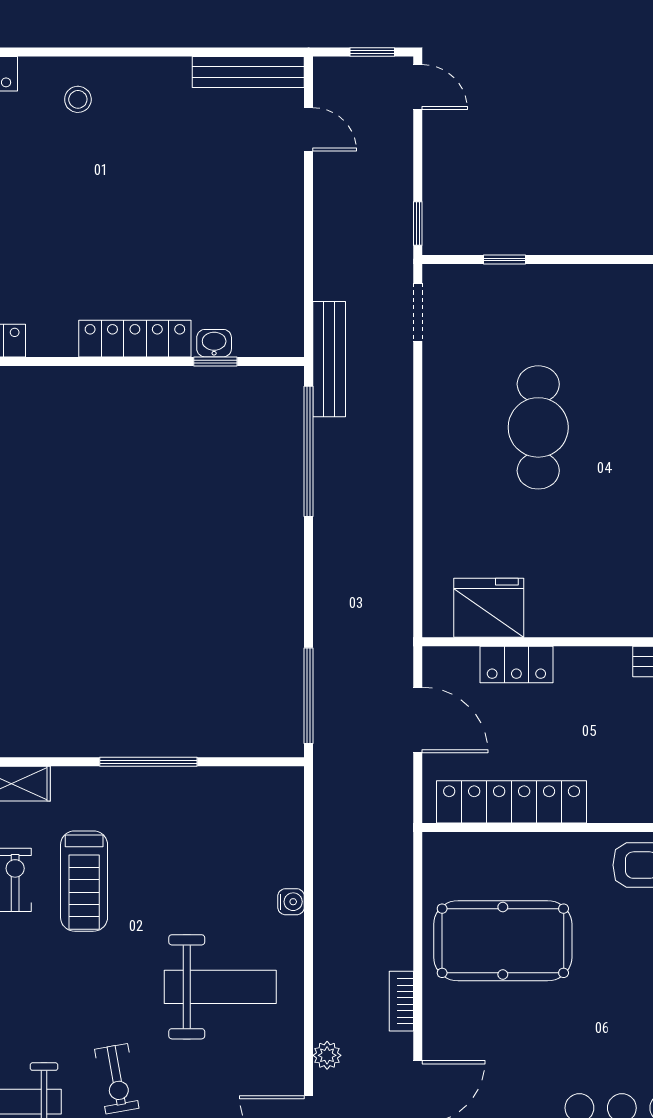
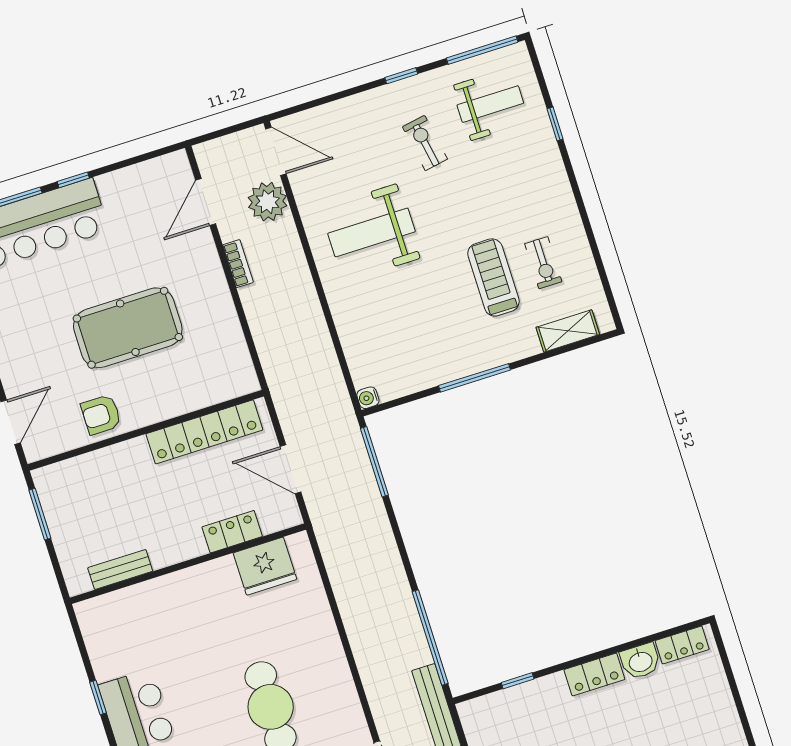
locker: (135, 339) -> (594, 674), width x0.66
washbasin: (214, 343) -> (640, 661), moved, width x1.38, depth x1.45
water cooler: (291, 902) -> (368, 398), moved
pool table: (503, 941) -> (128, 328), moved
plant: (327, 1055) -> (268, 202), width x1.88, depth x1.88

